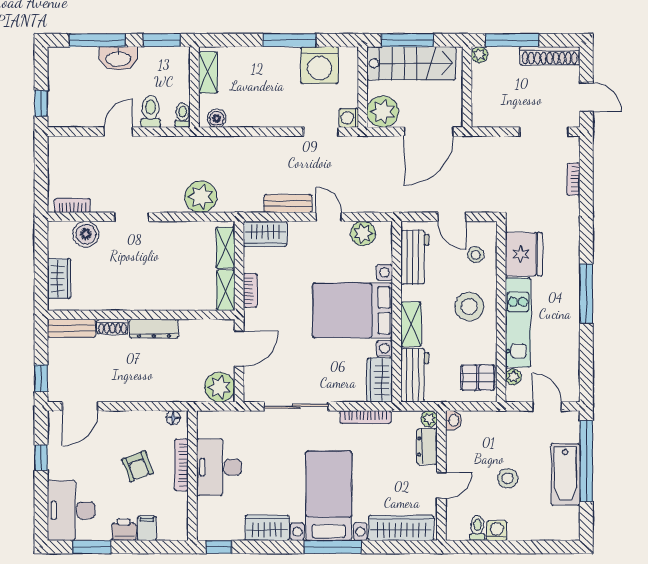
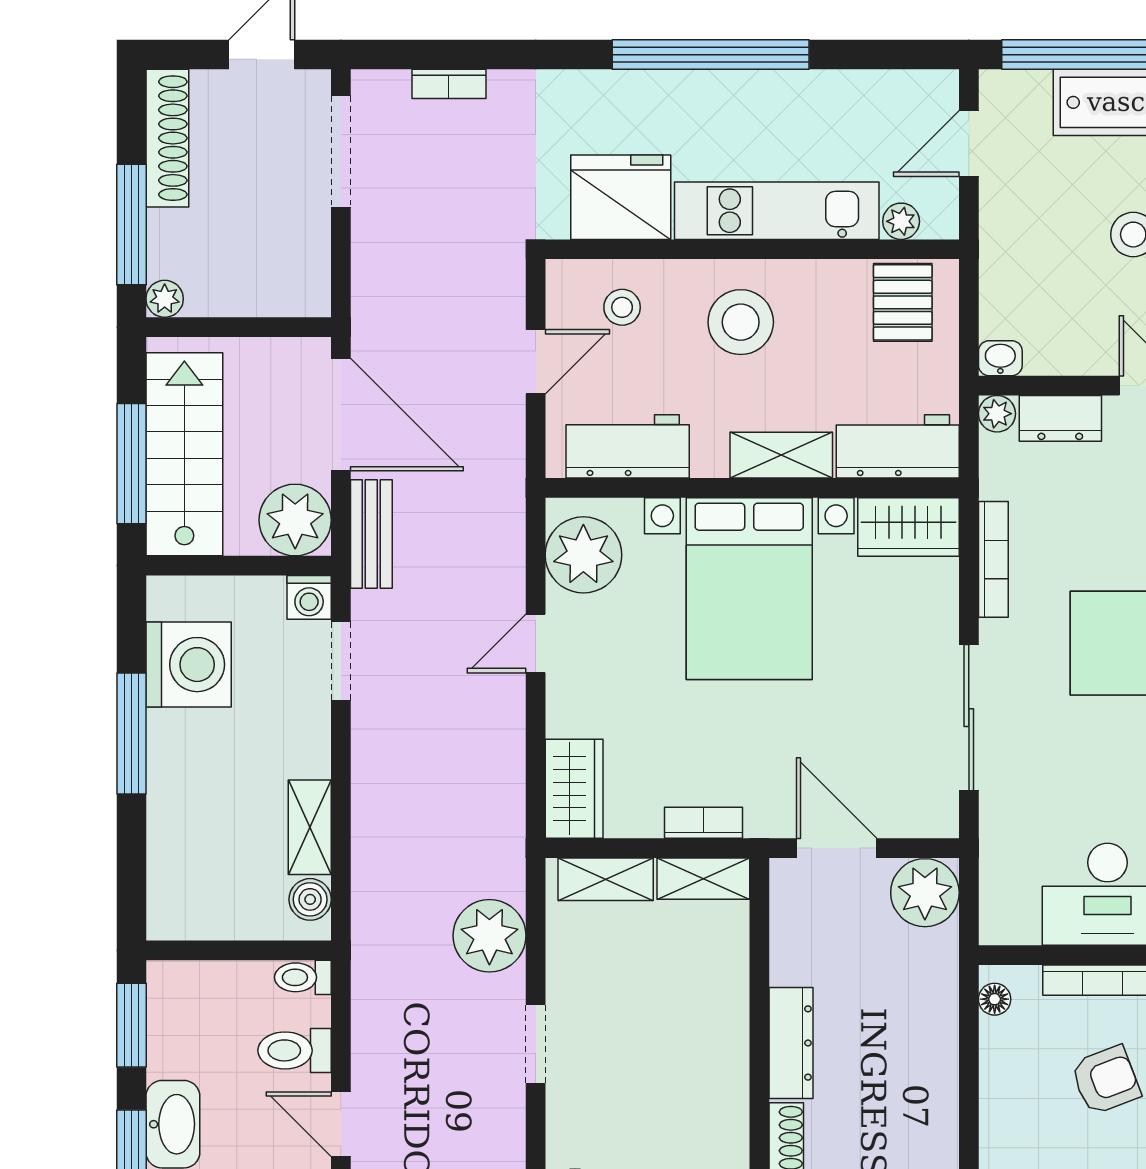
shelving: (208, 72) -> (310, 827), moved, turned 90
bench: (288, 204) -> (371, 534), moved
doorway: (132, 217) -> (536, 1044), moved
plant: (363, 233) -> (583, 555), width x1.36, depth x1.36
window: (586, 293) -> (711, 55), width x1.46

